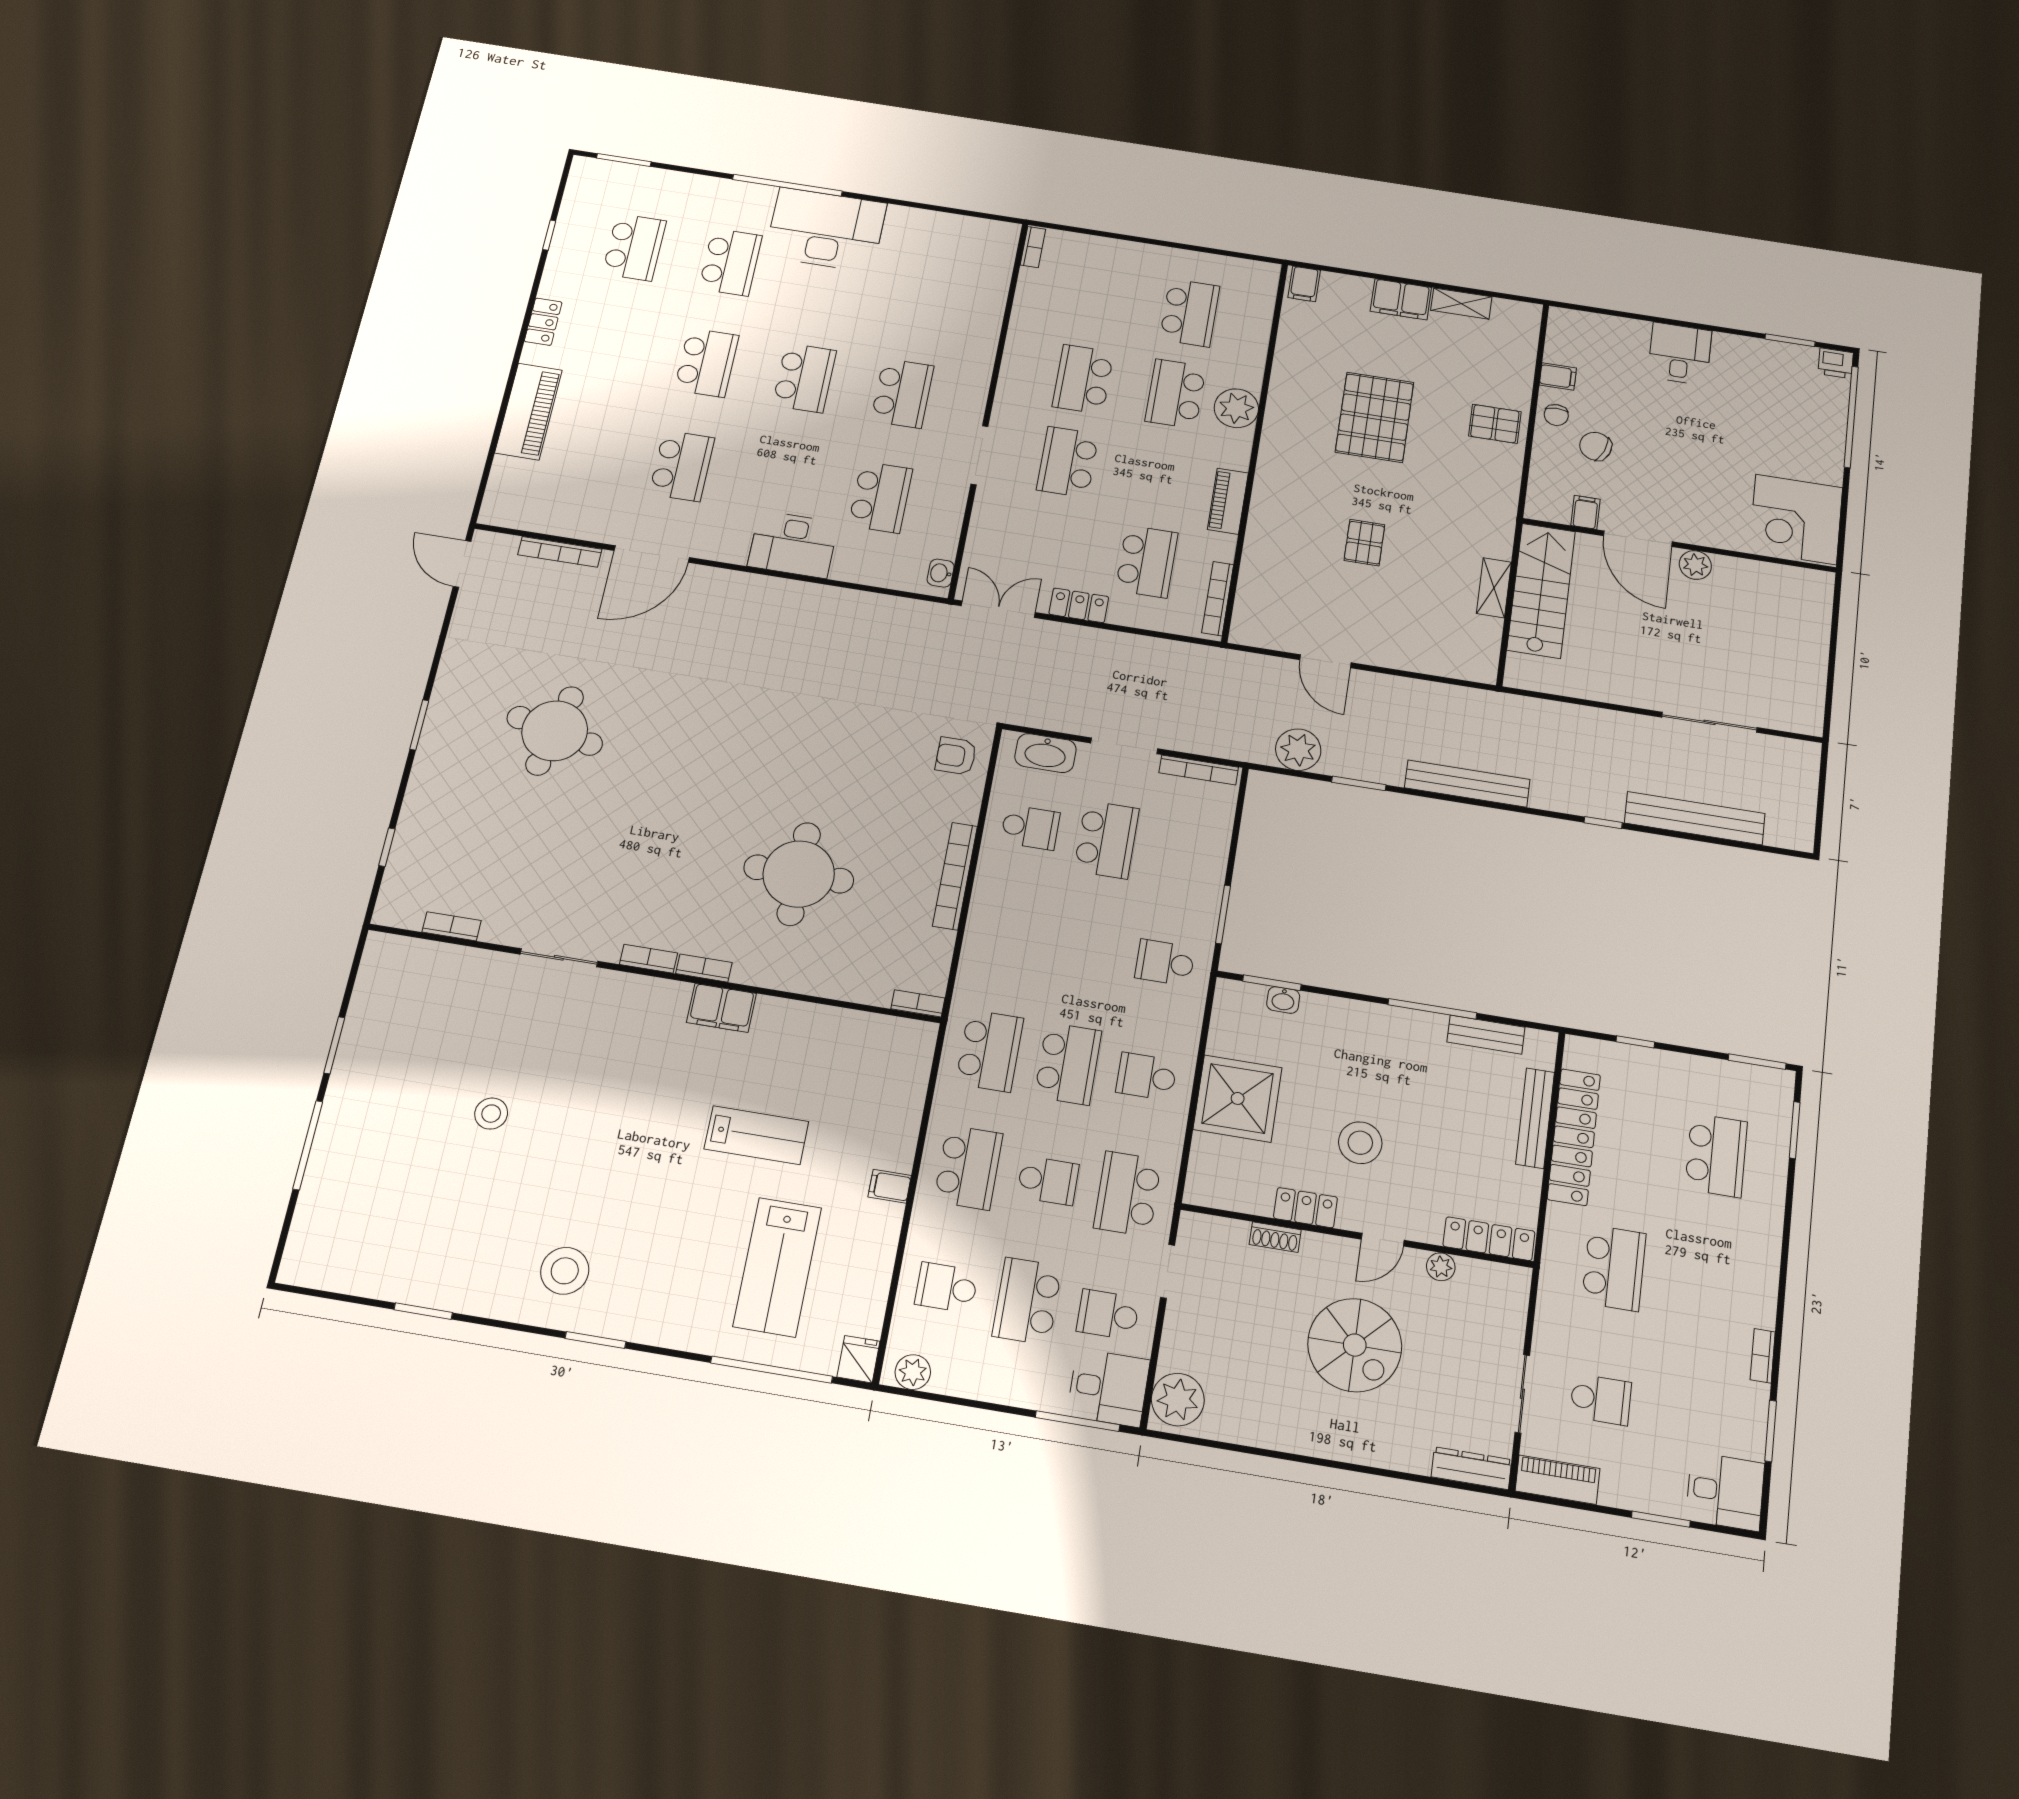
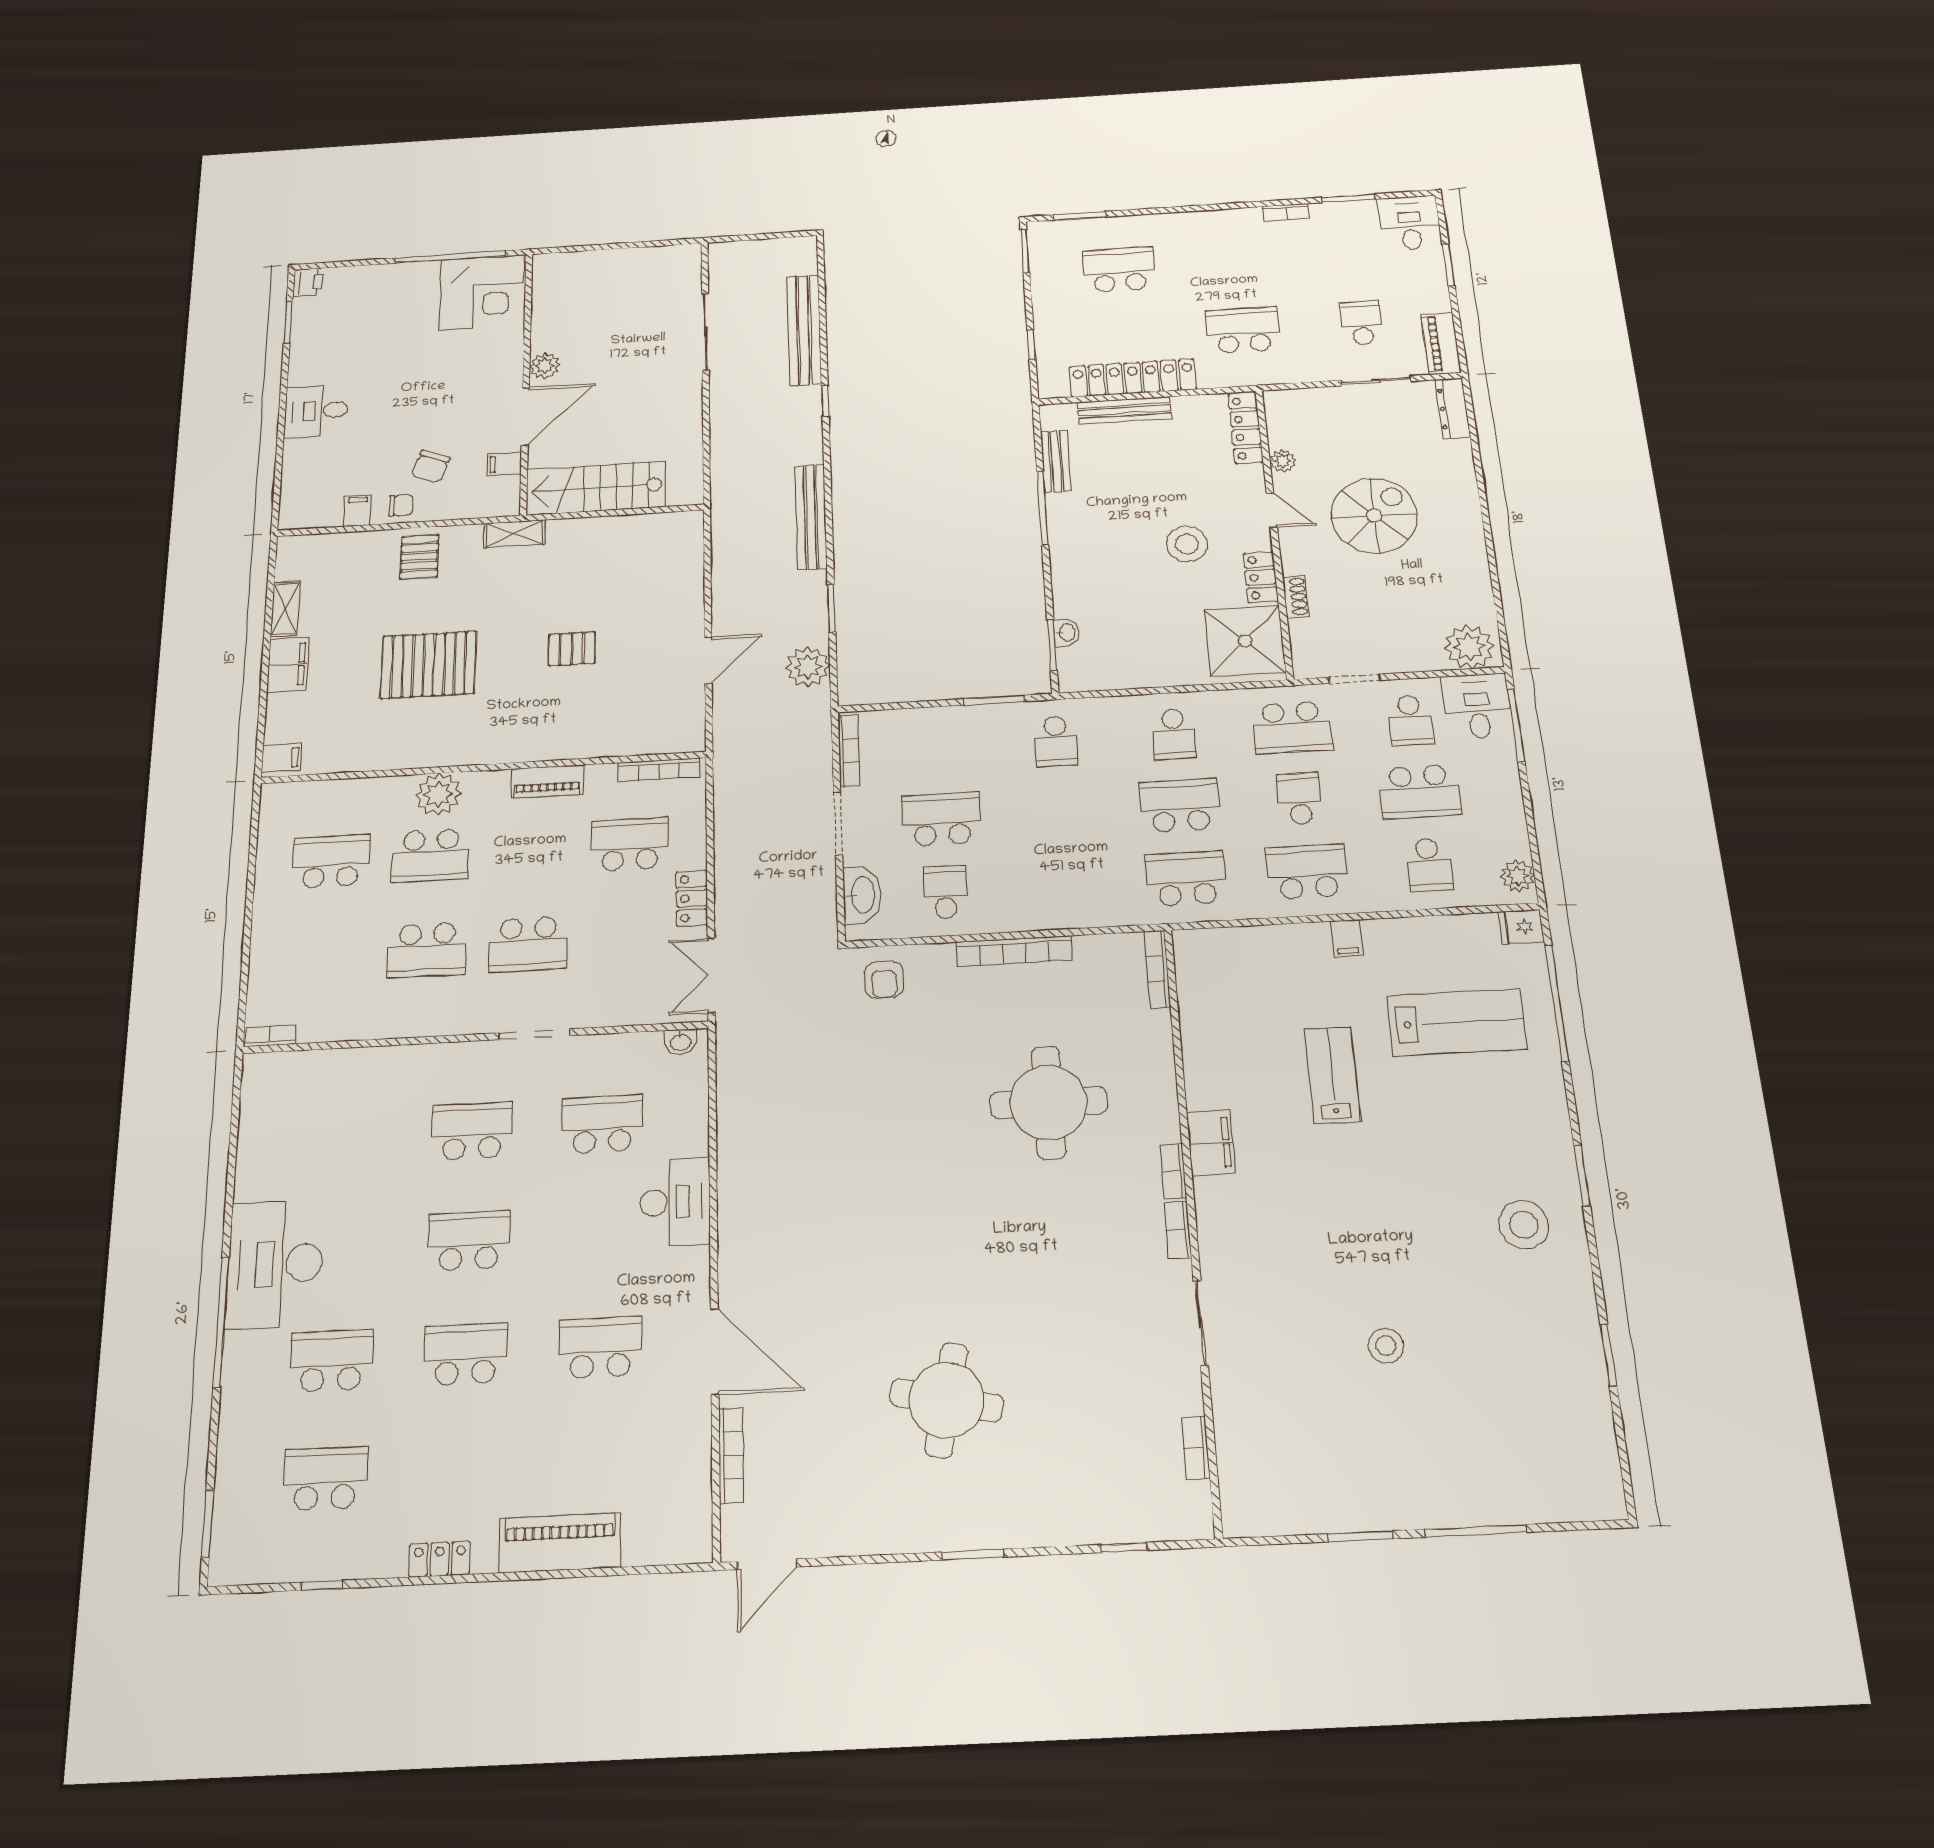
window: (1851, 417) -> (450, 257), moved
shelving: (1494, 588) -> (514, 534), moved
bookcase: (918, 1003) -> (1157, 969), width x1.56
shower: (1238, 1098) -> (1245, 641), moved

